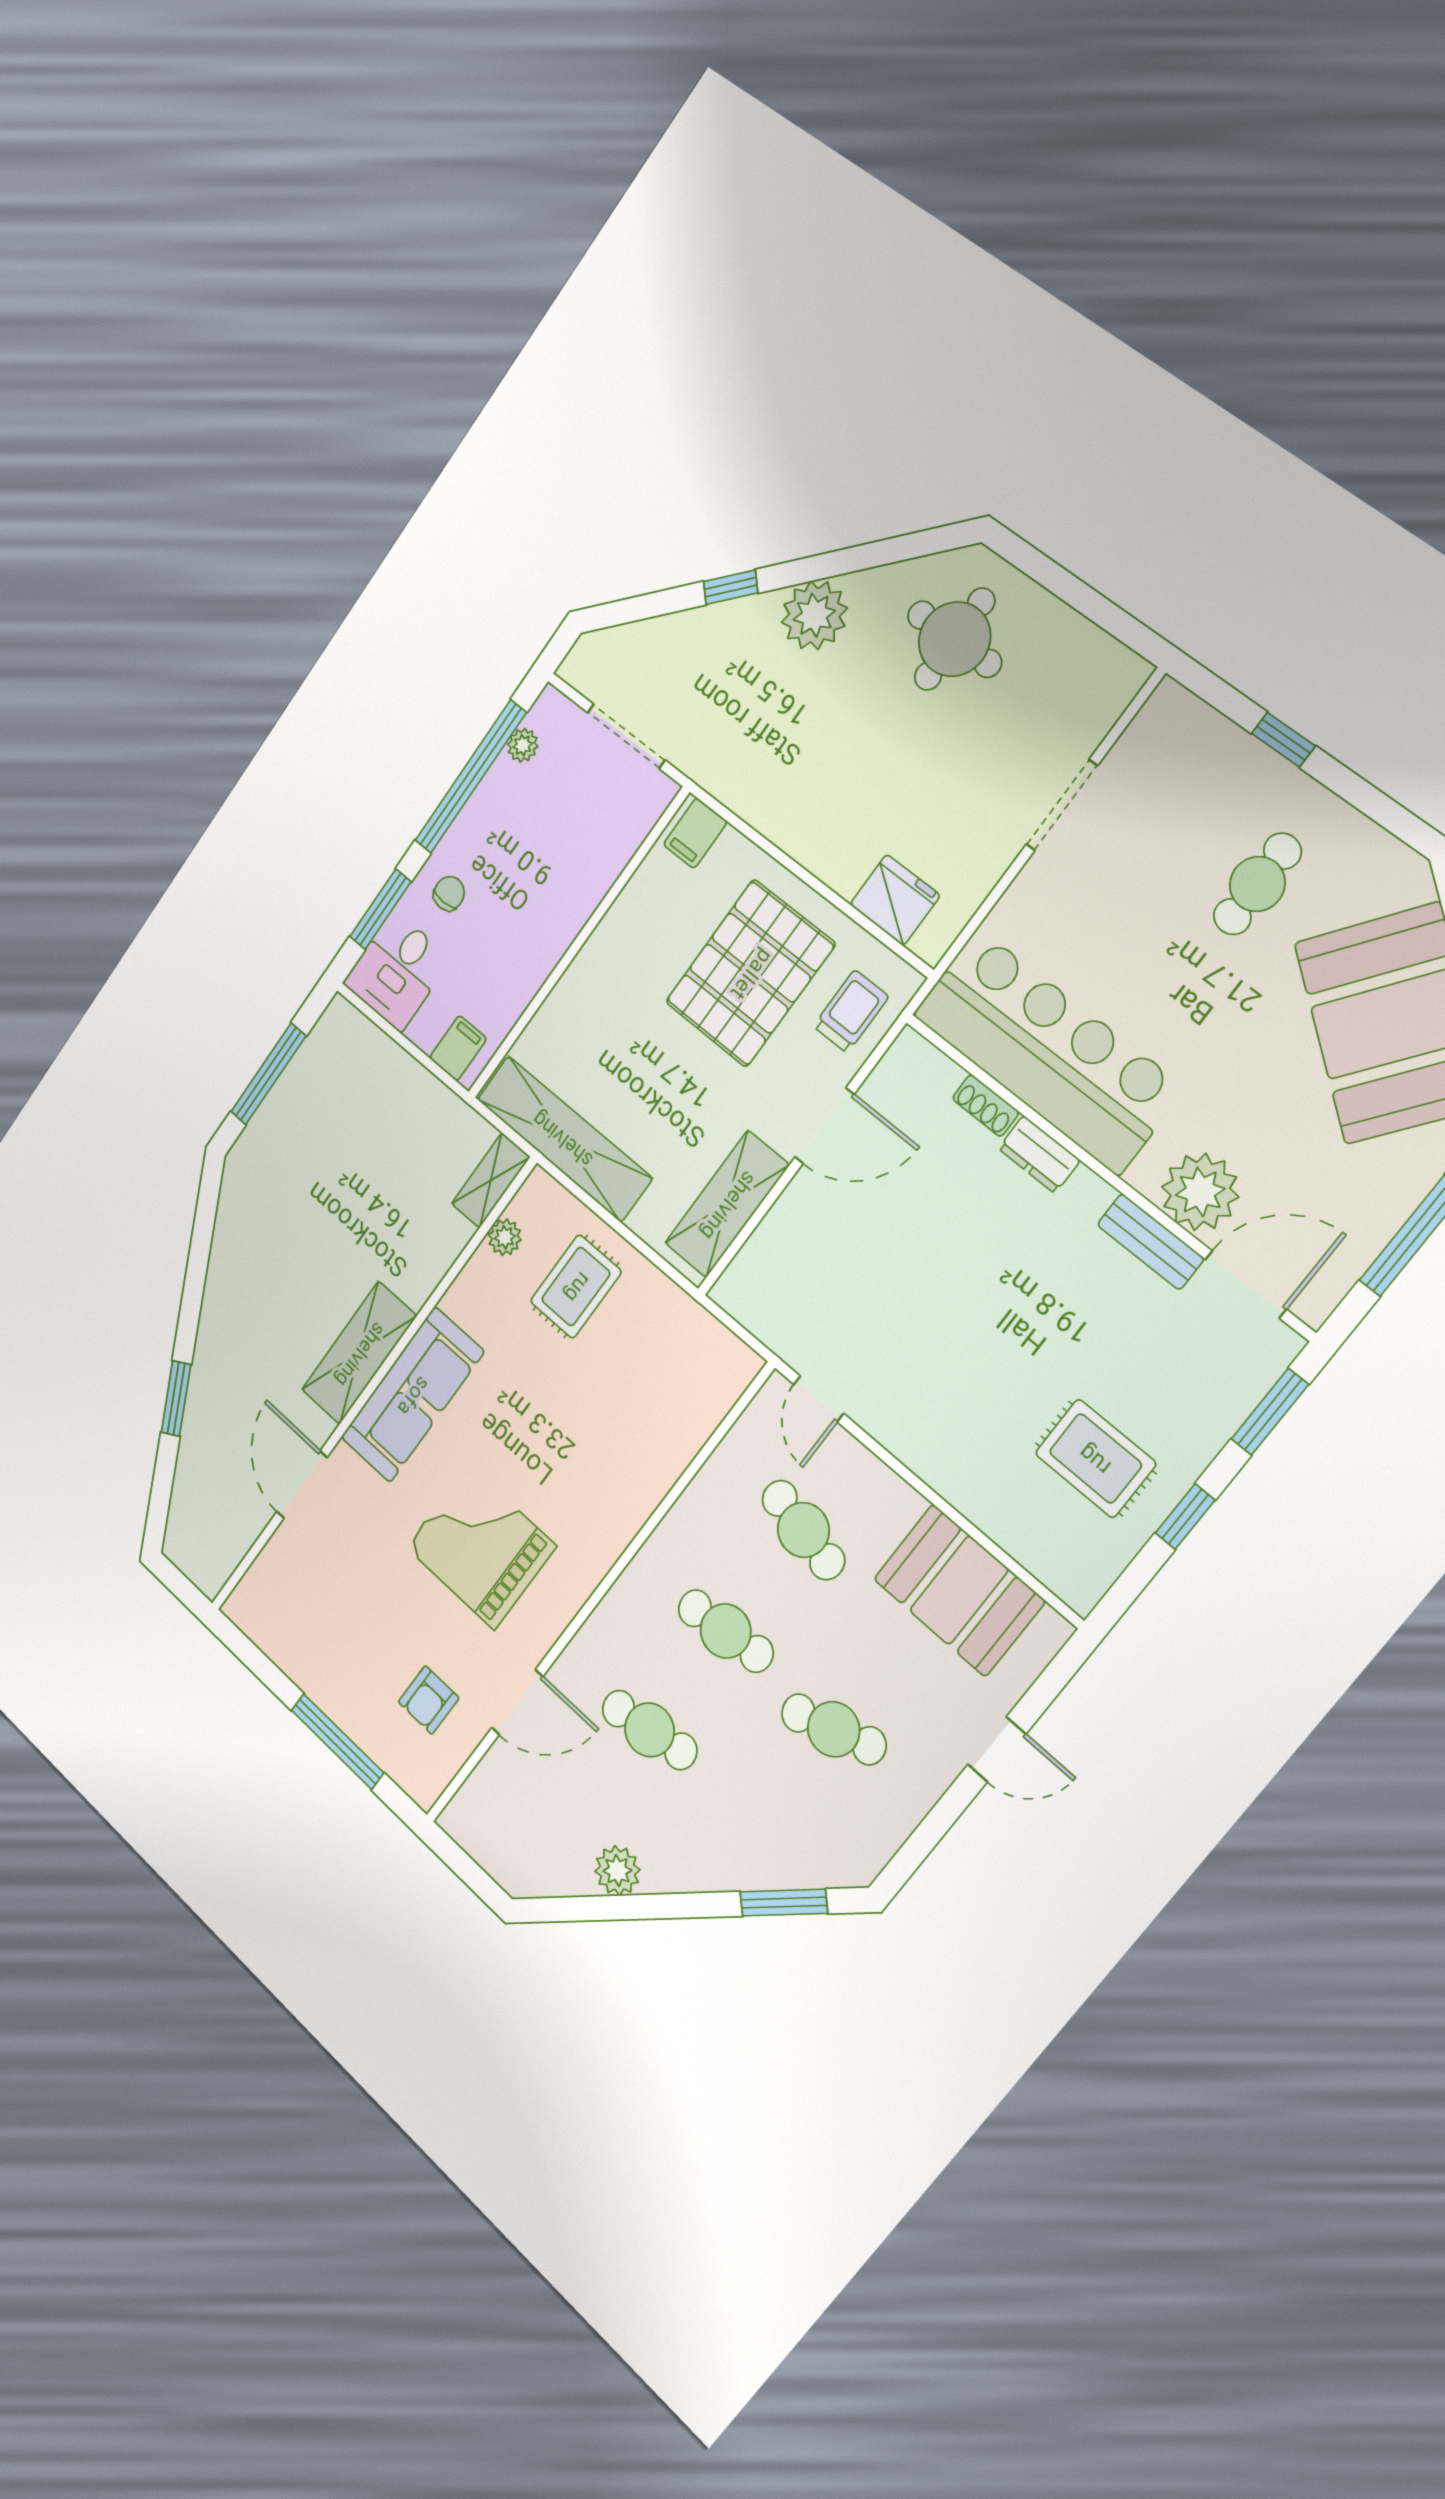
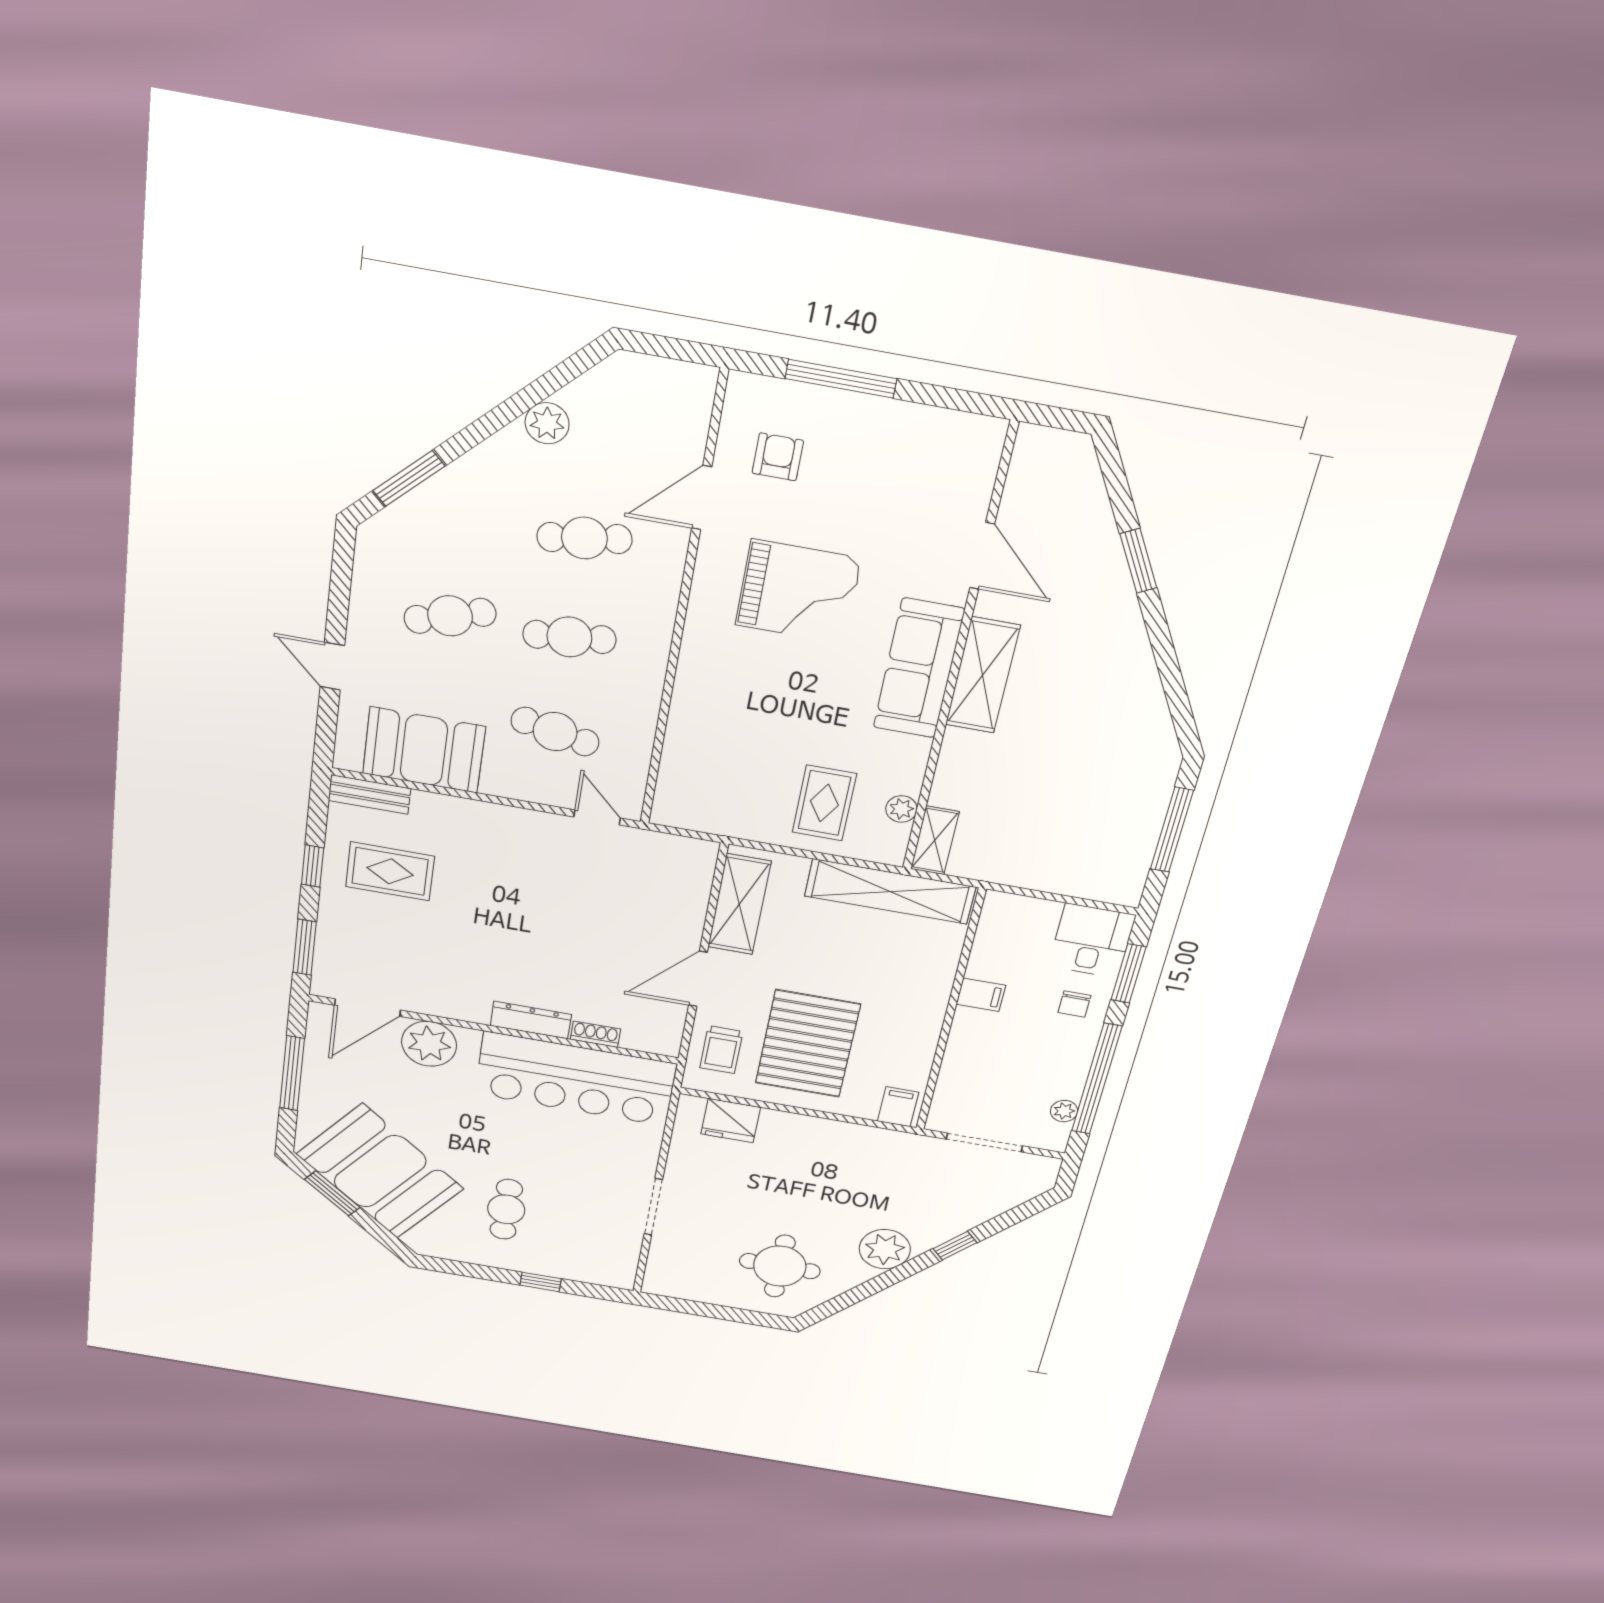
filing cabinet: (458, 1048) -> (981, 995), moved, turned -90
dresser: (1039, 1154) -> (531, 1020), width x1.44
bench: (1150, 1242) -> (370, 794), moved
door: (997, 1749) -> (332, 666), hinge flipped

